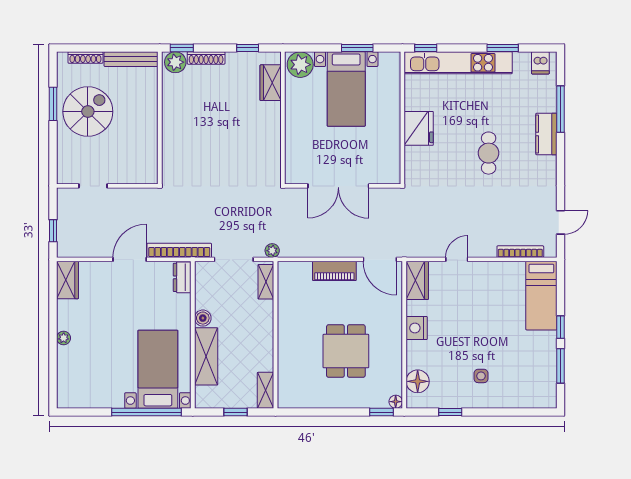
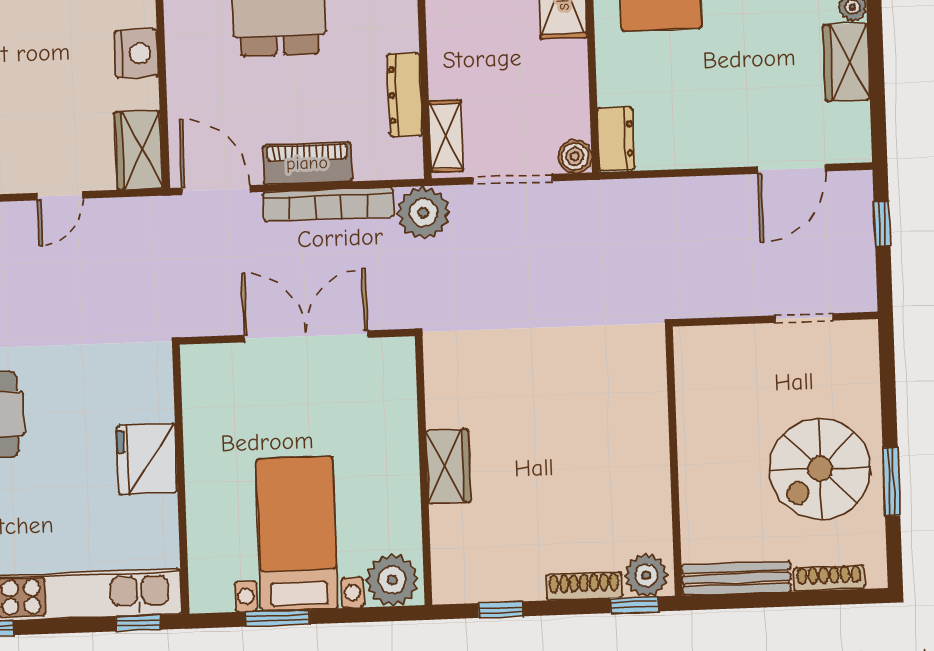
wardrobe: (271, 83) -> (448, 466), moved
bookcase: (179, 250) -> (328, 204), moved
plant: (272, 251) -> (423, 213), width x1.88, depth x1.88
door: (130, 259) -> (792, 169), moved
wardrobe: (68, 280) -> (846, 62), moved
dresser: (285, 303) -> (405, 95), added
boiler: (203, 318) -> (575, 156), moved

